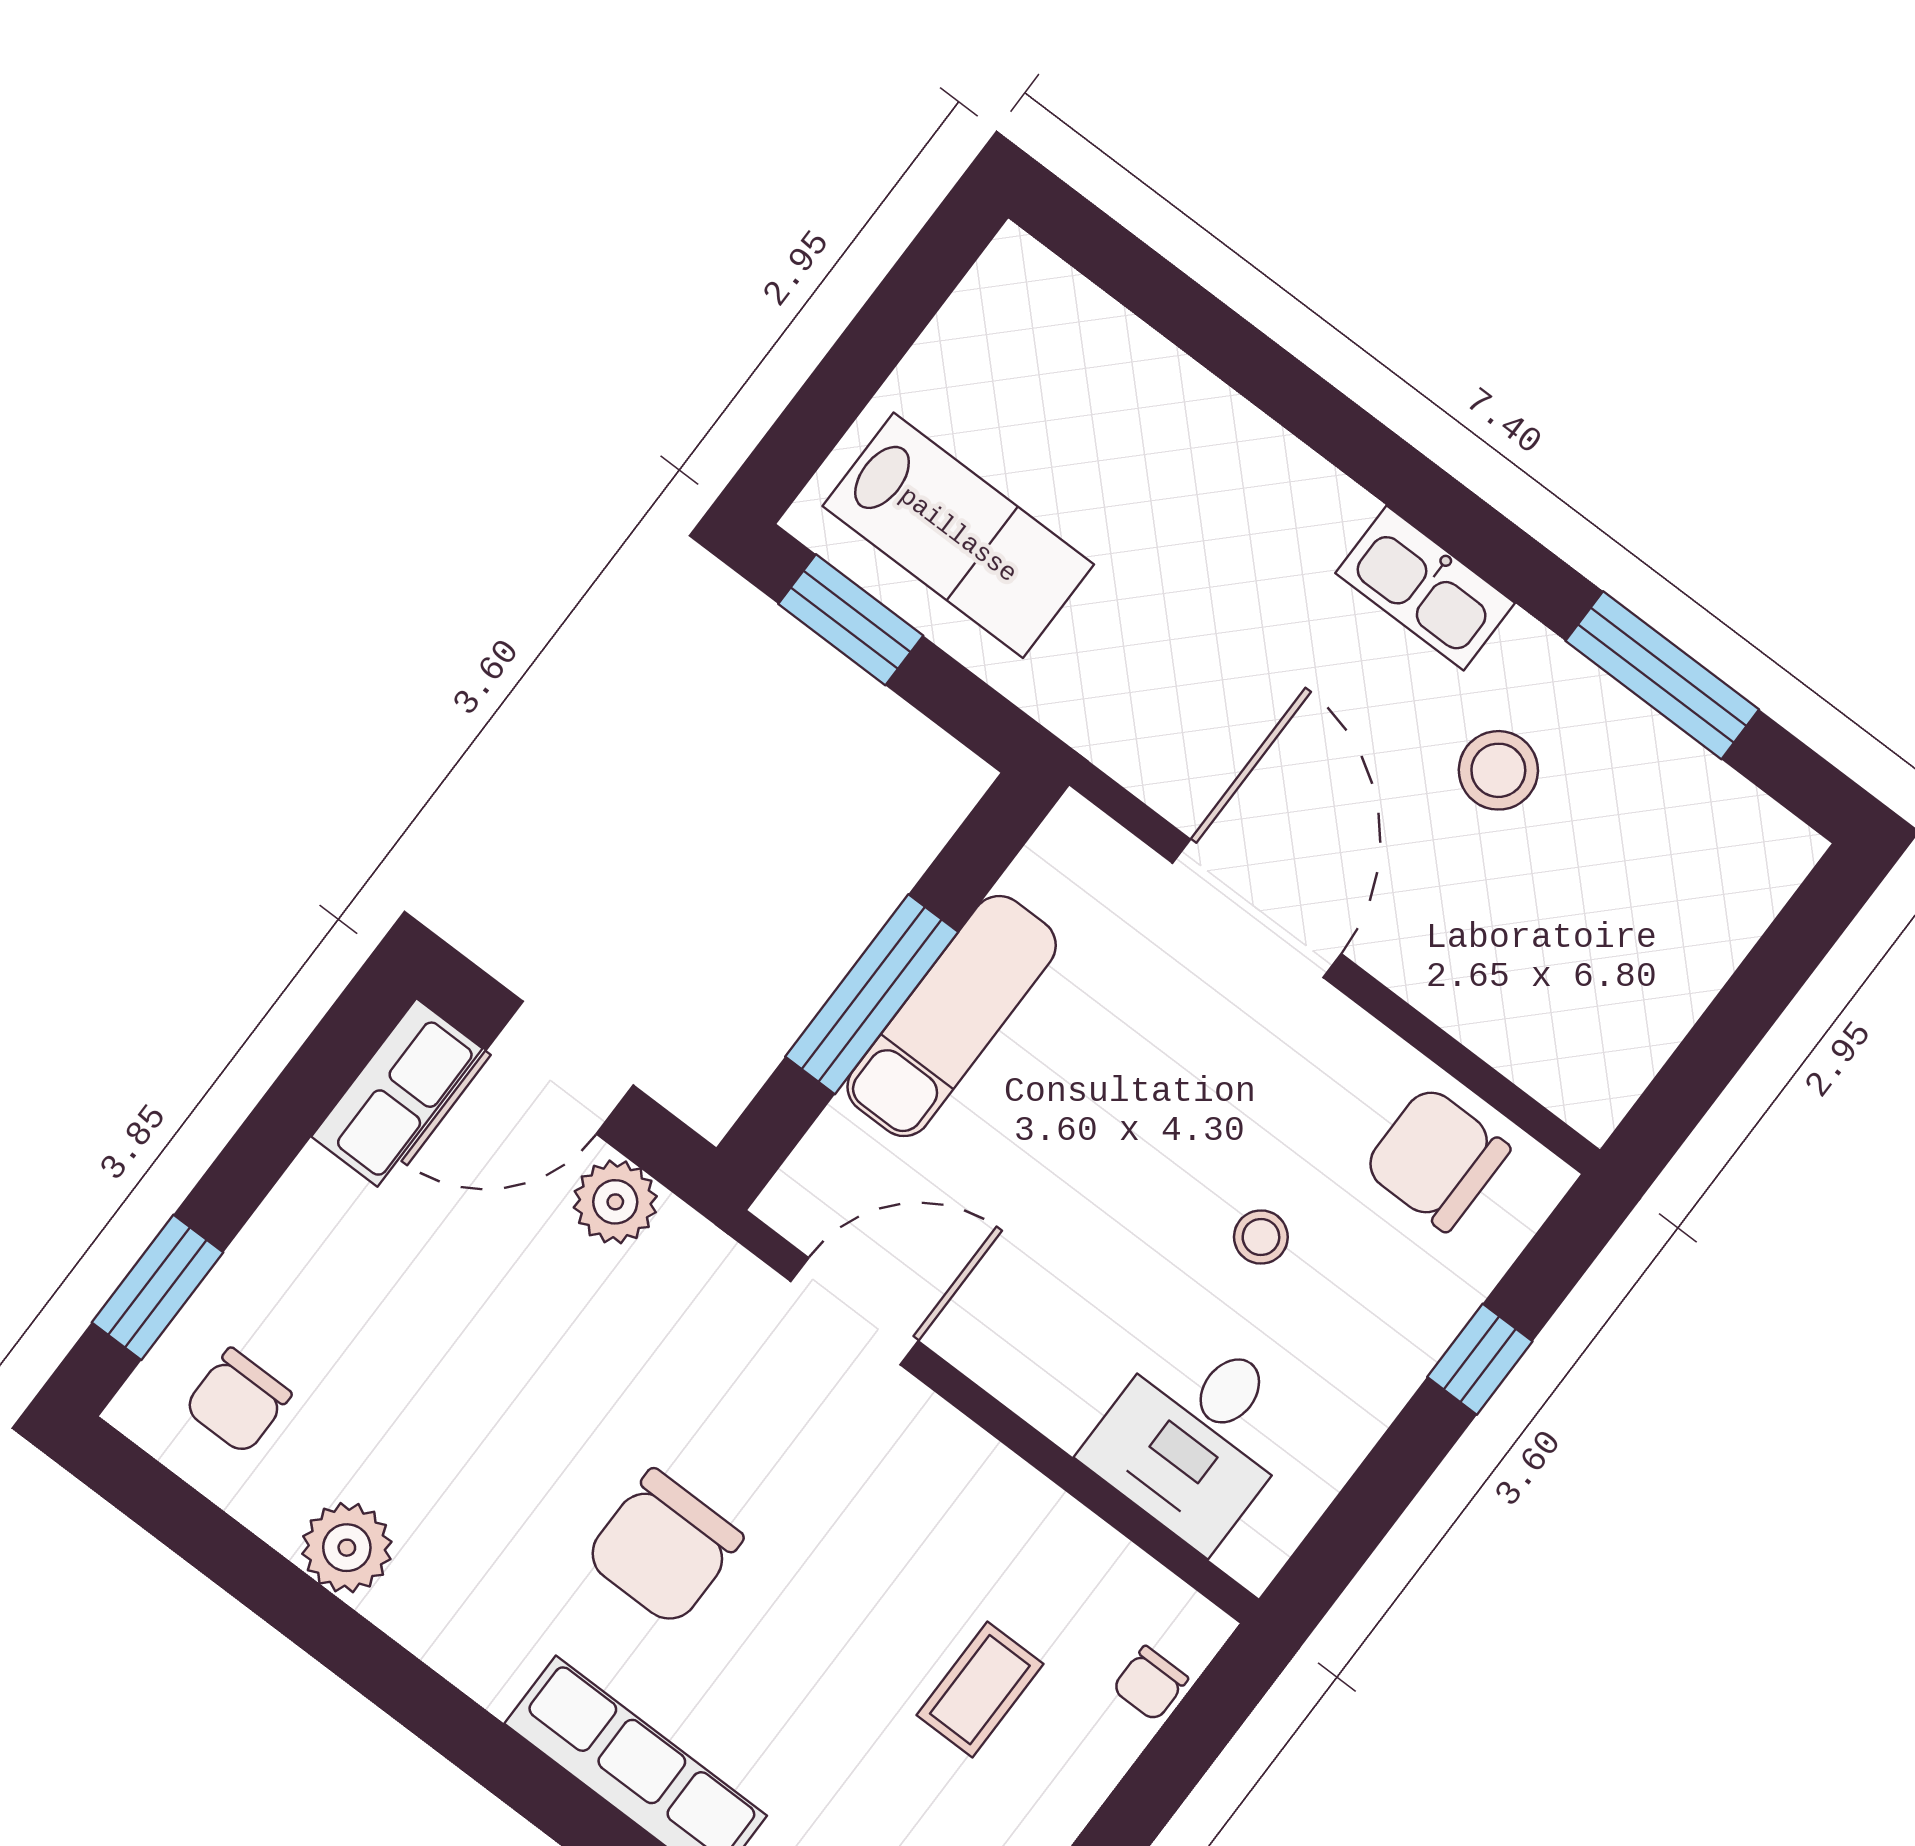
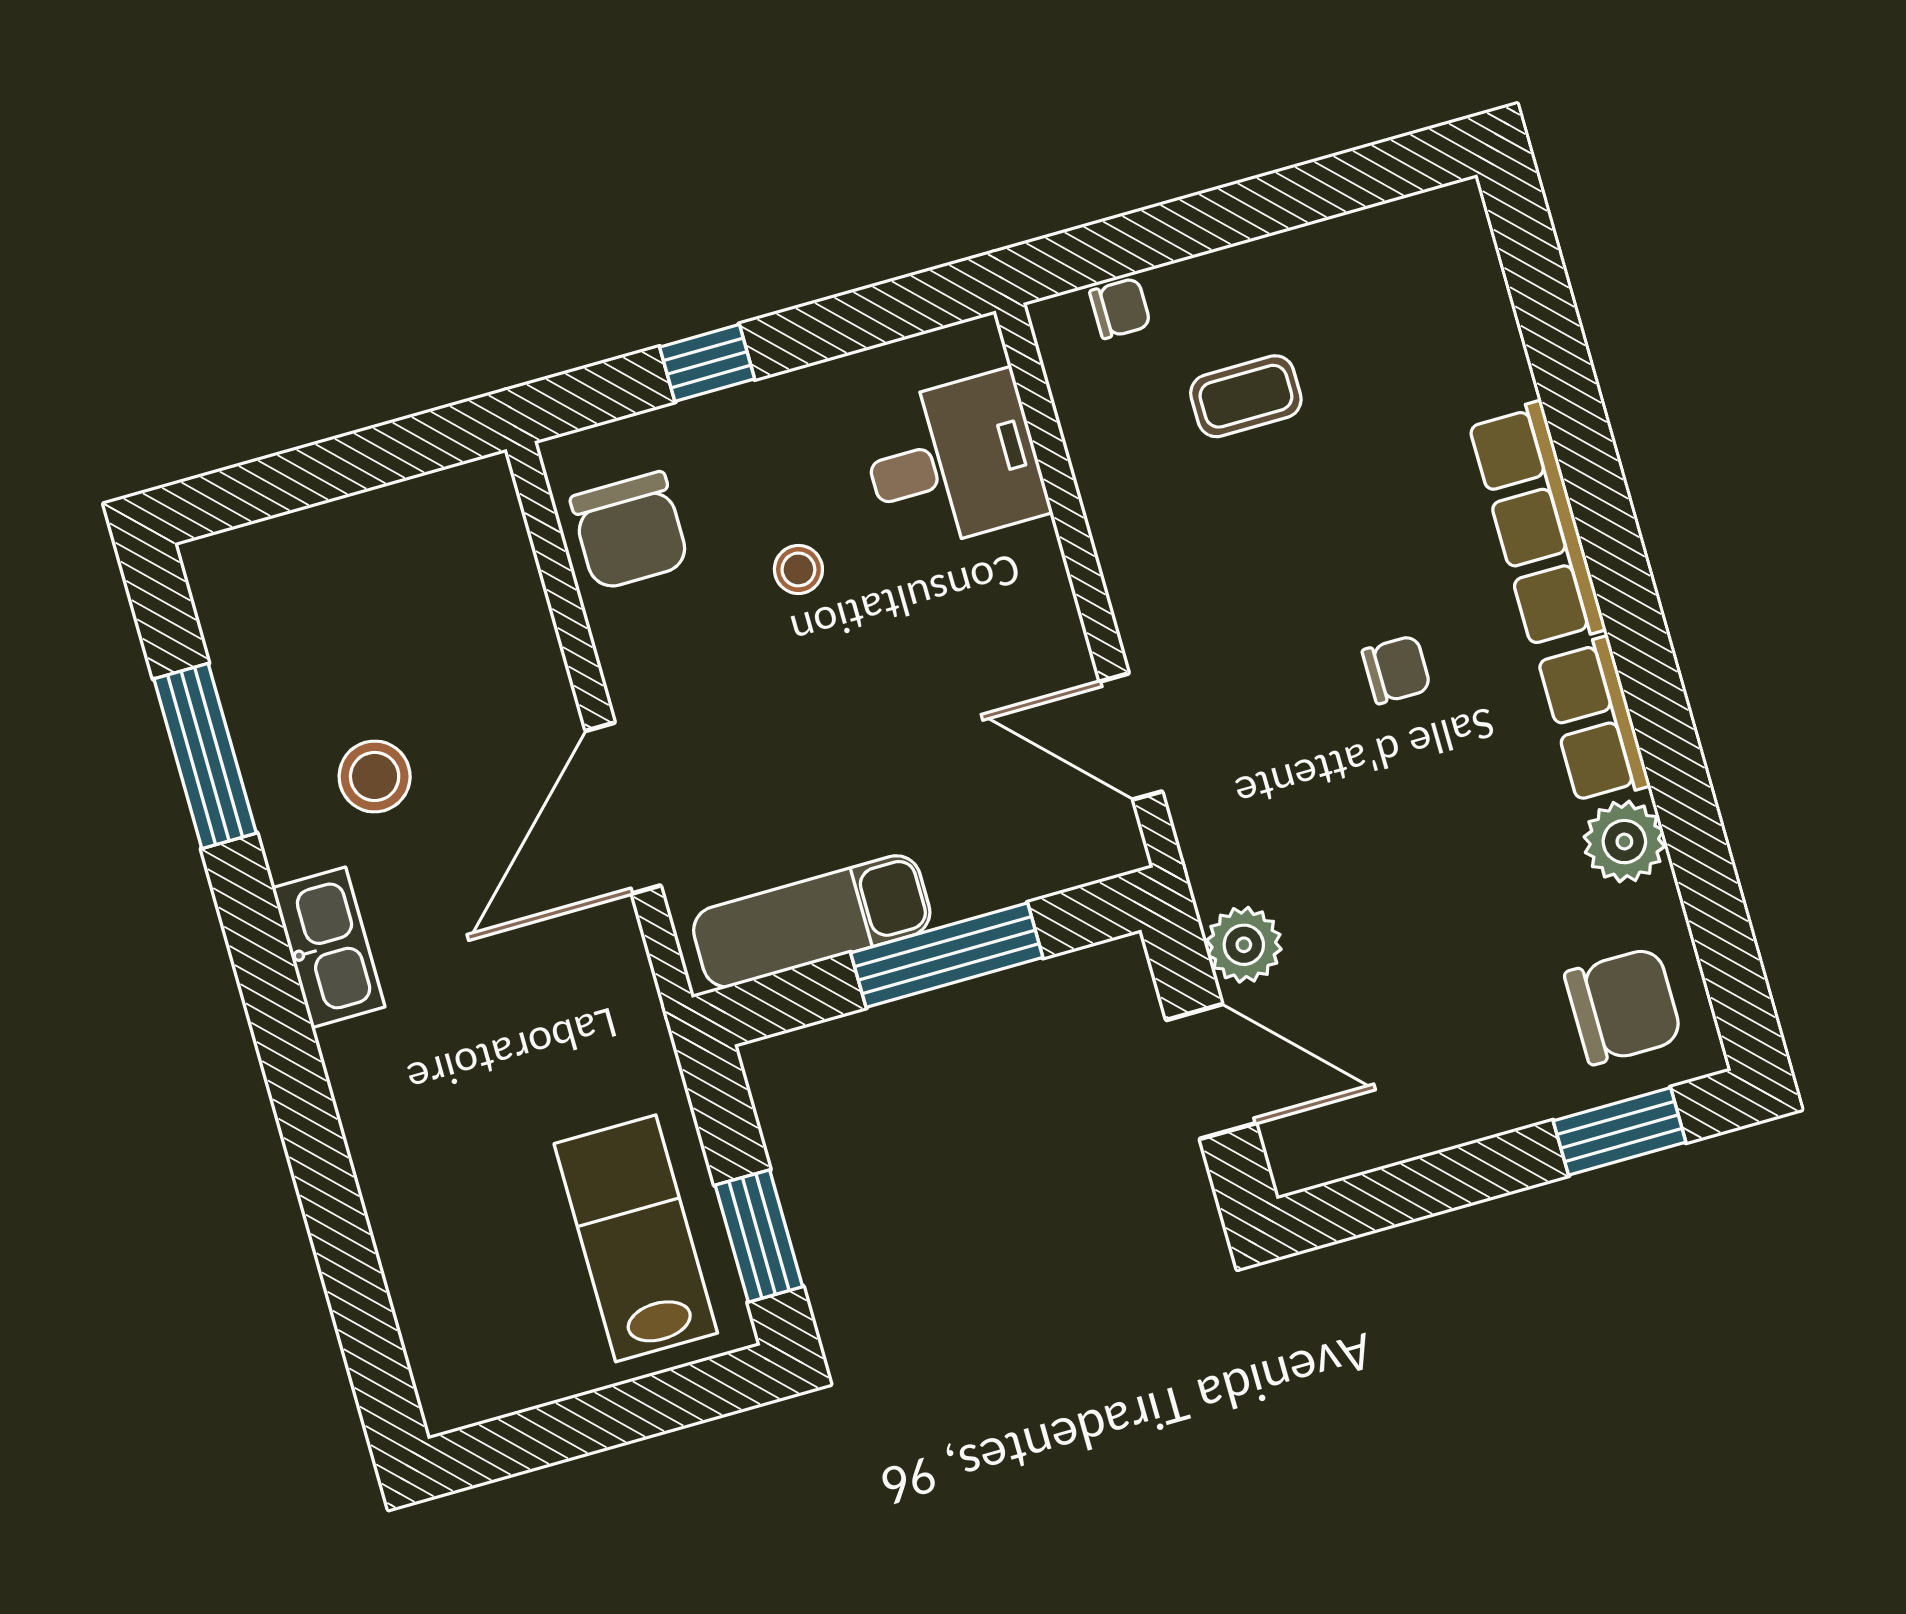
exam couch: (952, 1016) -> (812, 921), moved
row of seats: (397, 1093) -> (1594, 721), moved, turned -90
chair: (238, 1401) -> (1623, 1006), width x1.37, depth x1.37
chair: (664, 1548) -> (1396, 670), width x0.54, depth x0.54

